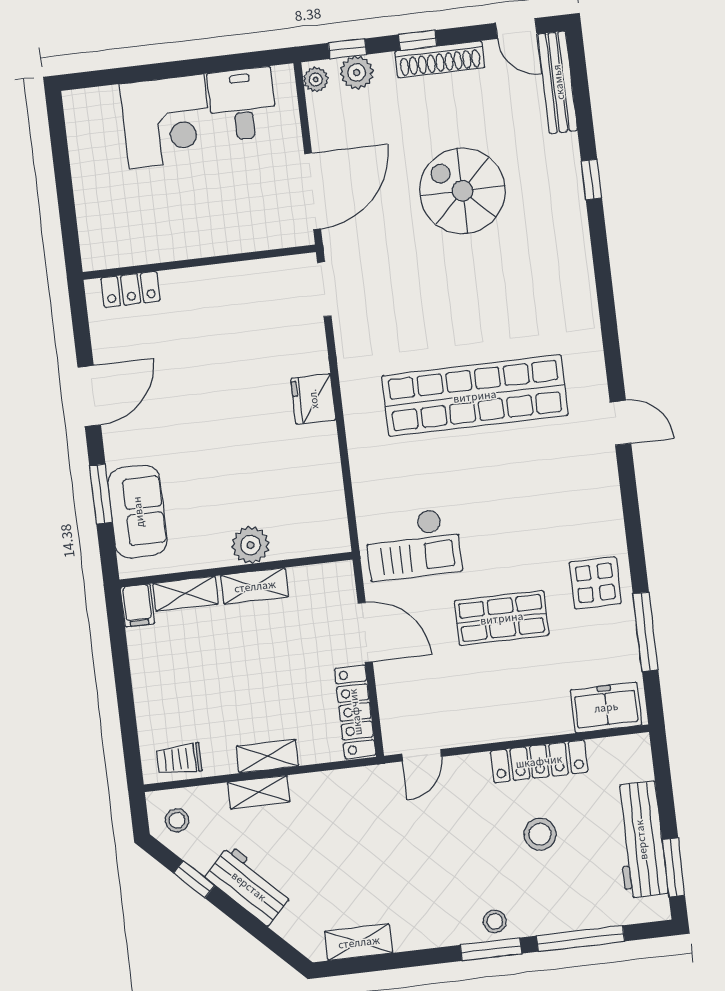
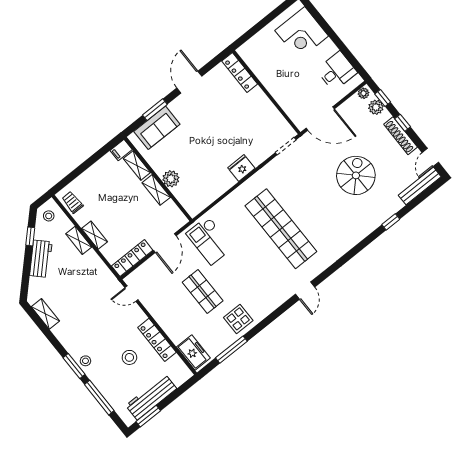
corner desk: (166, 121) -> (302, 33), moved
locker: (131, 289) -> (240, 72), width x1.53
door: (89, 396) -> (189, 82), swing flipped

